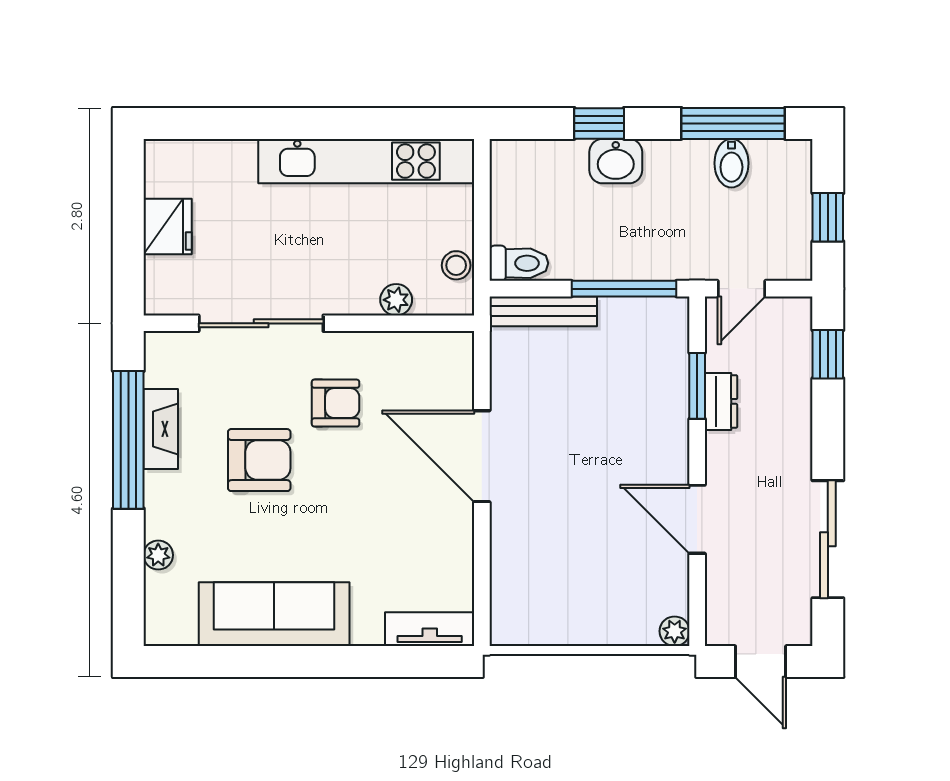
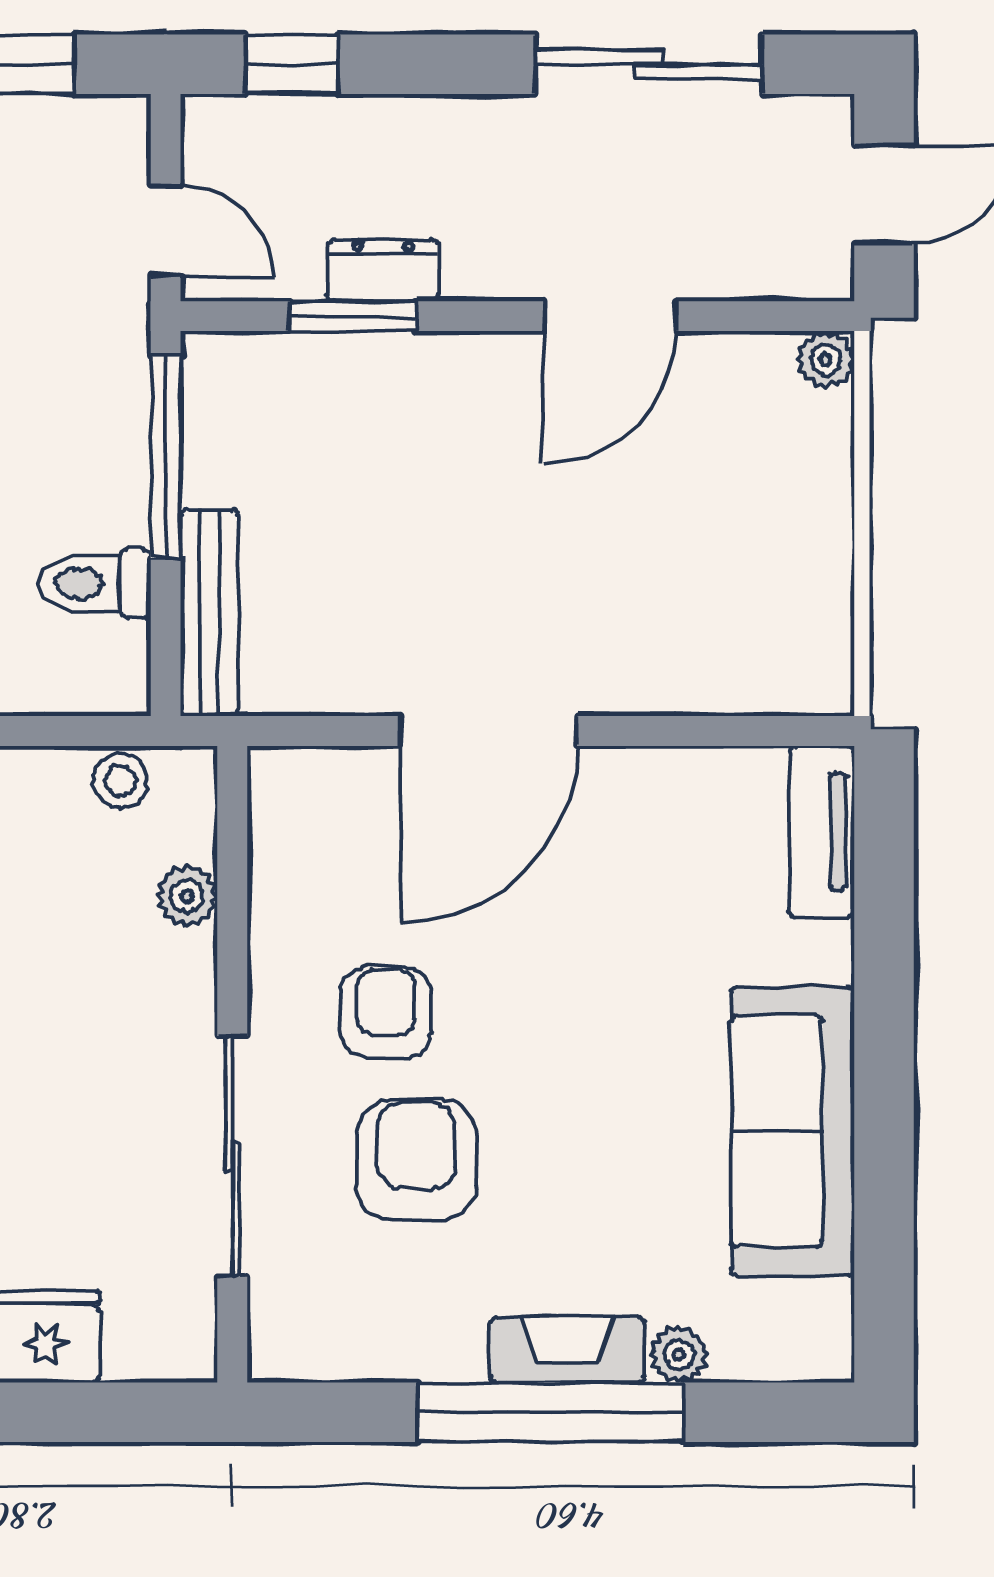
toilet: (519, 263) -> (95, 583), moved, turned -90
fireplace: (161, 429) -> (568, 1350), moved
window: (128, 440) -> (550, 1412), moved
armchair: (259, 460) -> (416, 1160), moved

